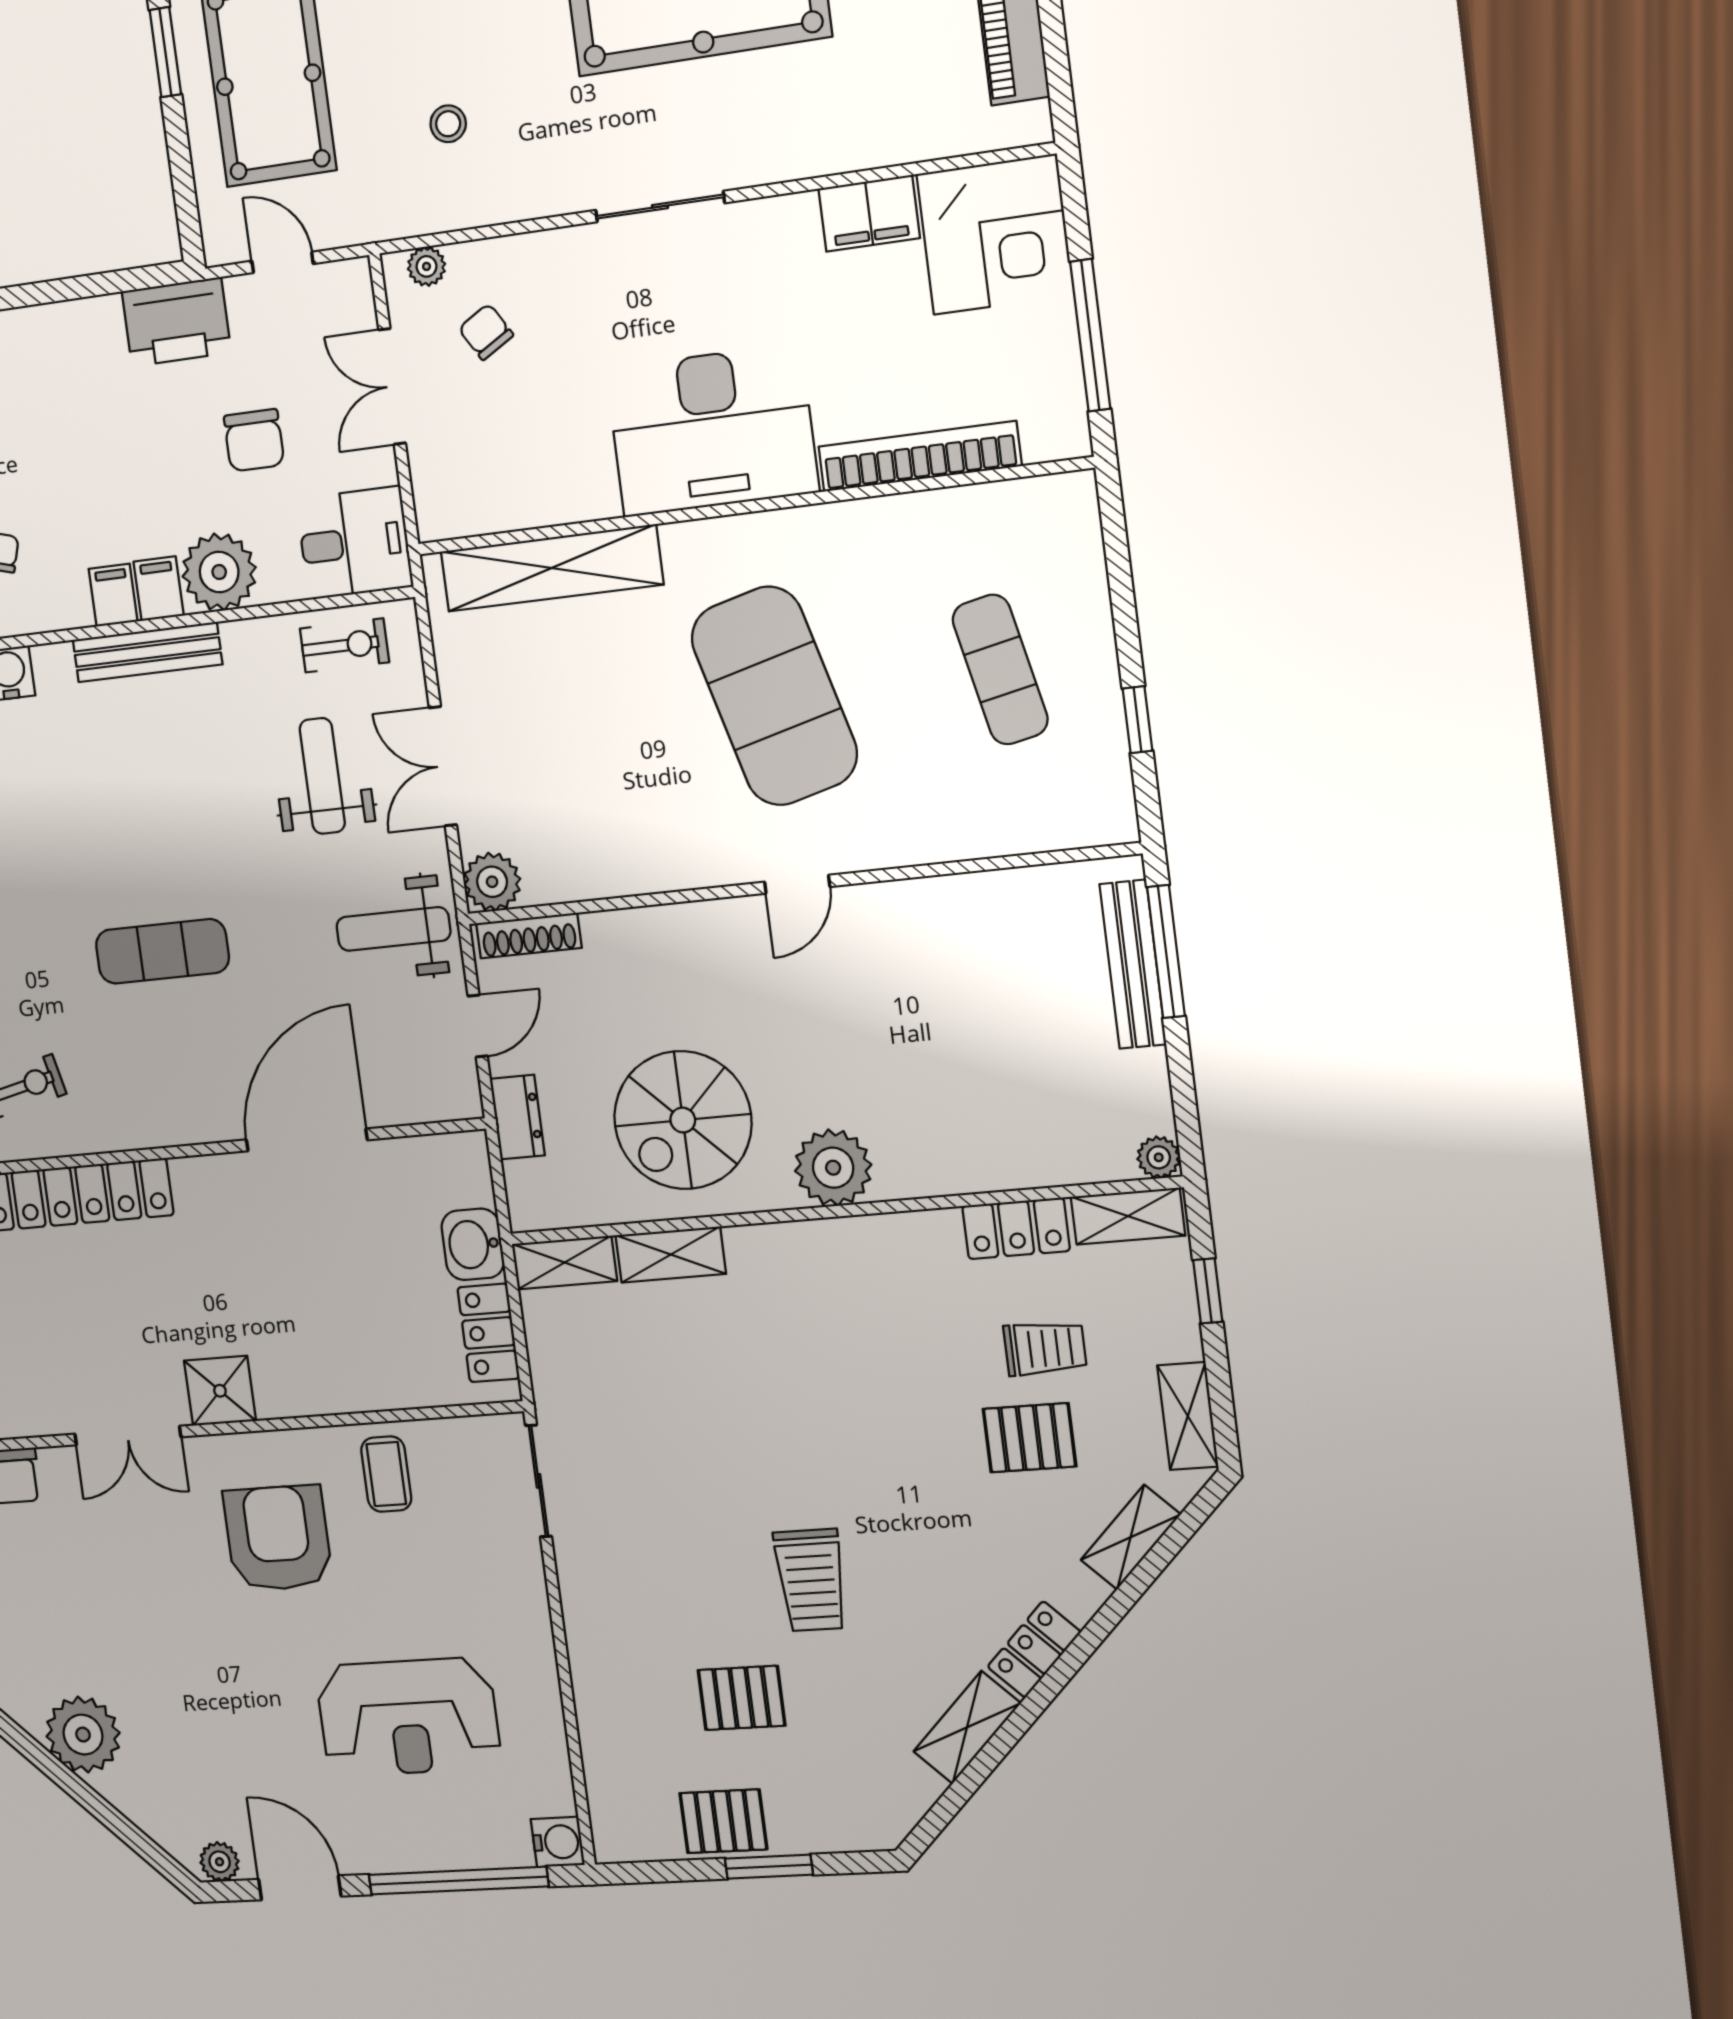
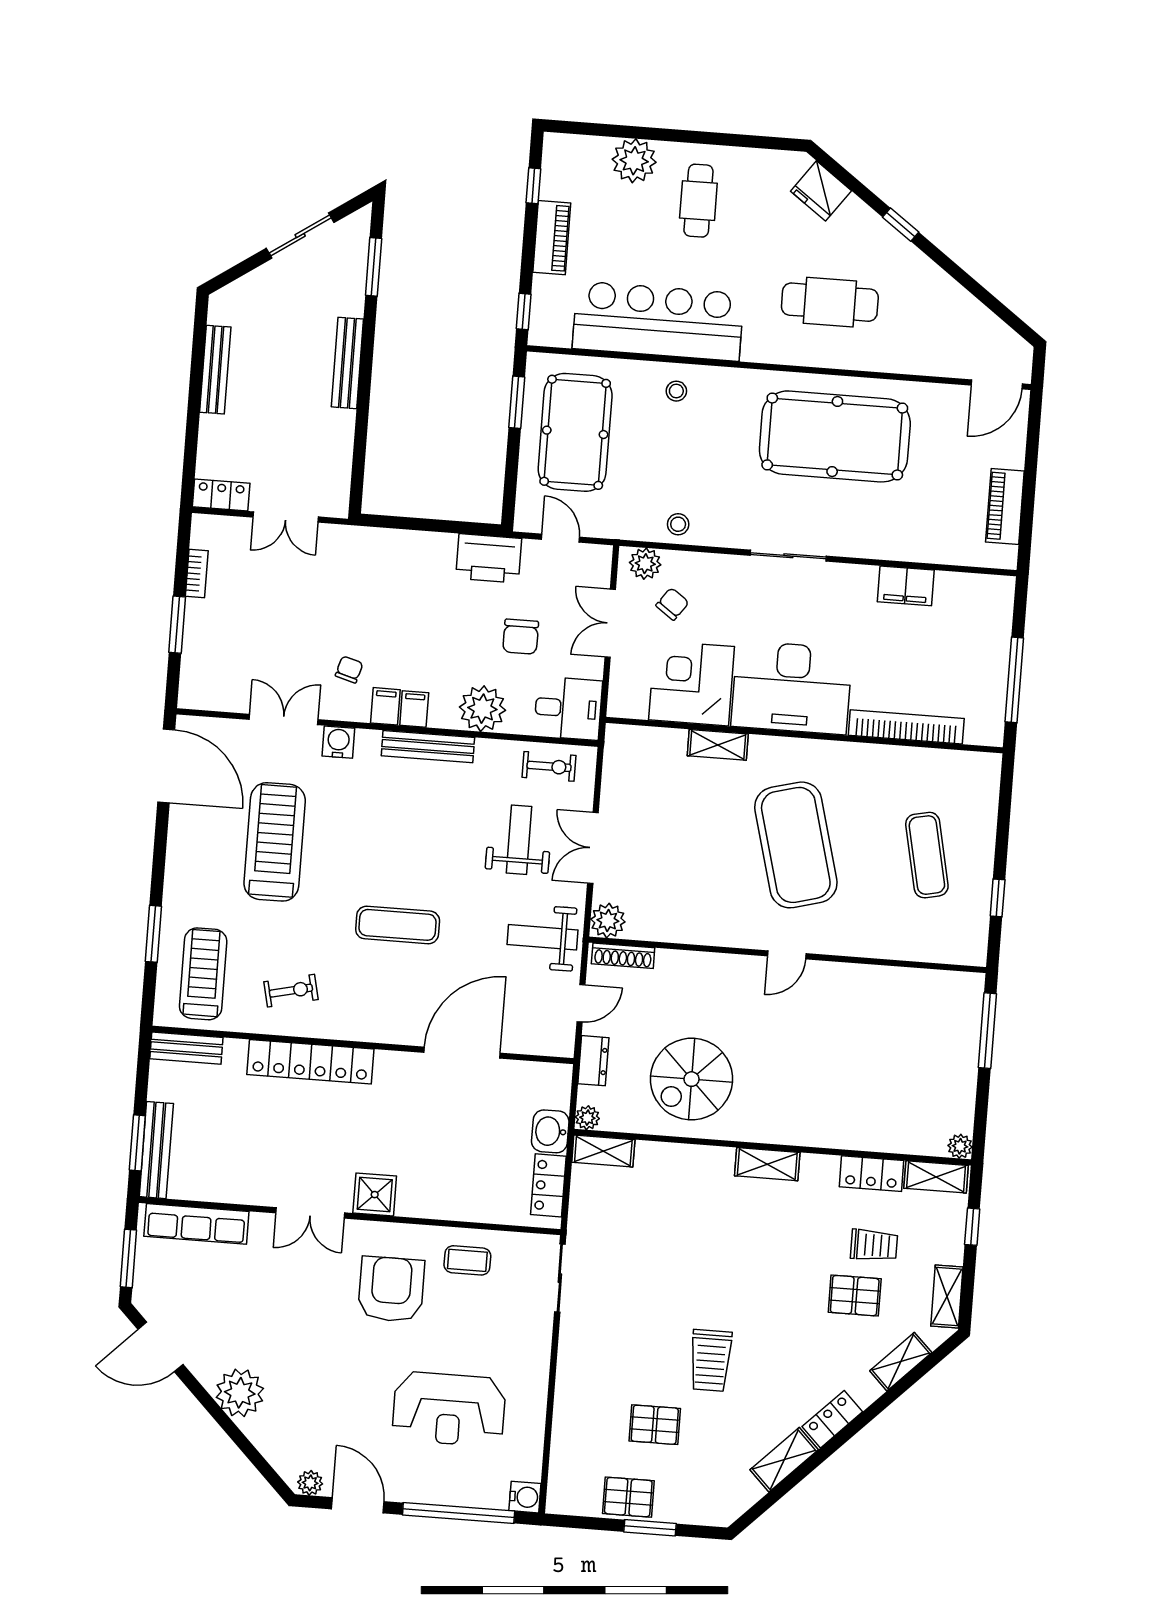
stool: (448, 124) -> (678, 524), moved
corner desk: (995, 234) -> (692, 683), moved, turned 180
plant: (427, 266) -> (645, 564), width x1.38, depth x1.38
chair: (486, 332) -> (672, 604), turned 67
shelving: (552, 568) -> (718, 745), width x0.45, depth x0.75
filing cabinet: (159, 589) -> (385, 706), moved
bench: (1133, 964) -> (968, 1034), removed
plant: (833, 1168) -> (587, 1118), moved, width x0.53, depth x0.53
shelving: (671, 1255) -> (767, 1164), moved
coffee table: (386, 1474) -> (467, 1260), turned 90

